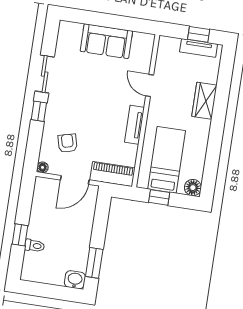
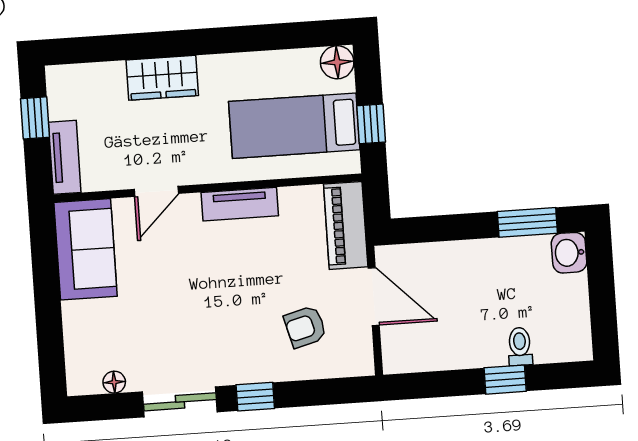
sofa: (106, 41) -> (85, 249), moved
tv unit: (199, 48) -> (65, 157), moved
floor lamp: (43, 167) -> (114, 382), moved

